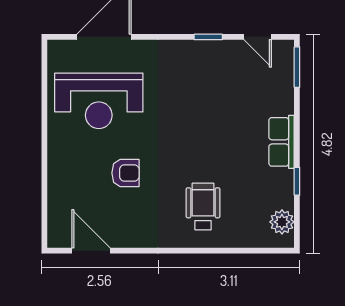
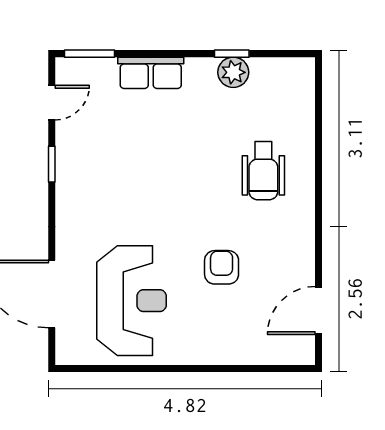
row of seats: (282, 142) -> (151, 73), moved
wheelchair: (203, 207) -> (263, 171), turned -90
plant: (282, 222) -> (233, 72), moved

